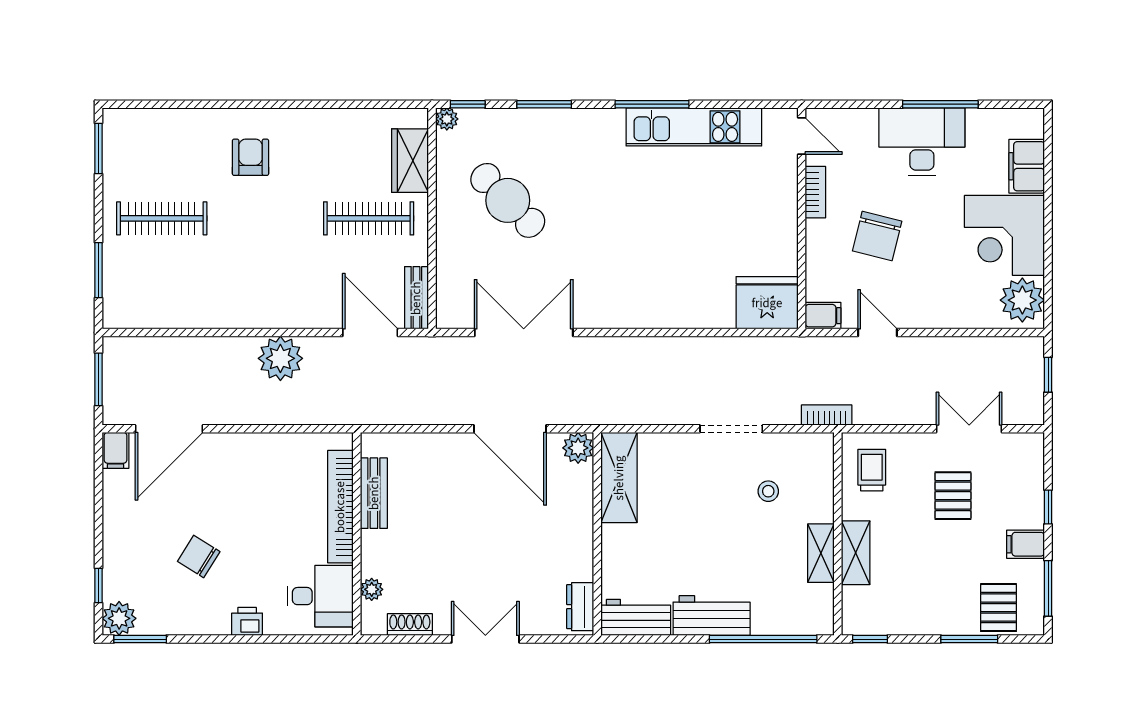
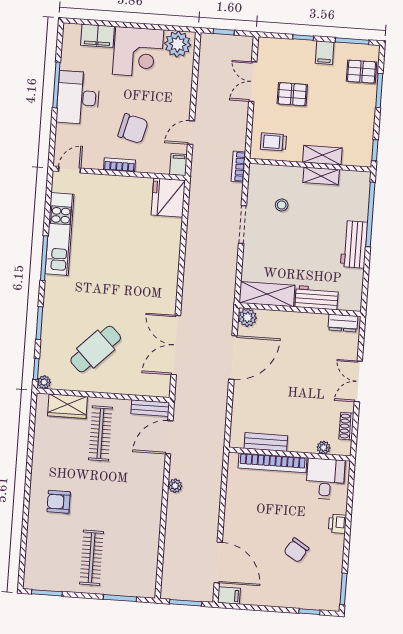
bookcase: (815, 192) -> (119, 165), moved
plant: (280, 358) -> (175, 486), width x0.53, depth x0.53
workbench: (636, 617) -> (317, 298), moved, turned 90
plant: (119, 618) -> (330, 601), removed

